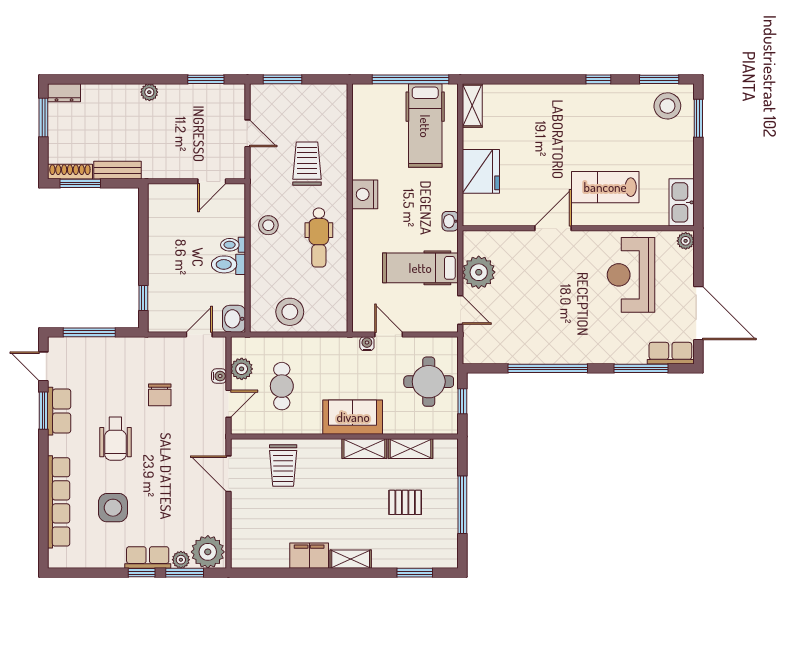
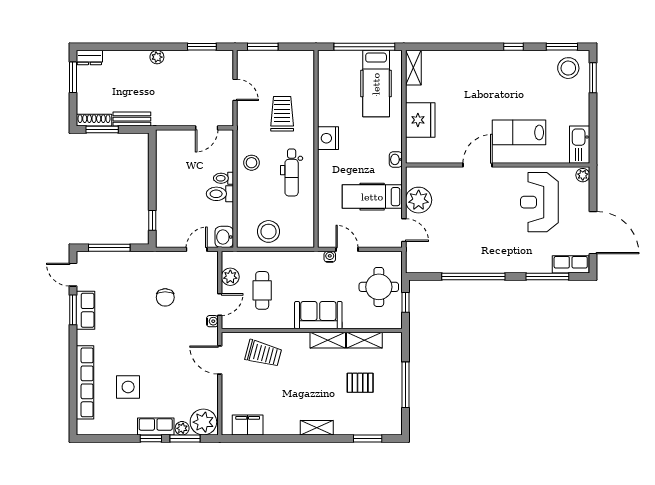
water cooler: (219, 376) -> (212, 321), moved
wheelchair: (115, 439) -> (130, 332), removed
trolley: (283, 465) -> (263, 353), turned -75
filing cabinet: (309, 556) -> (248, 425), moved

